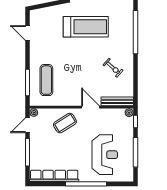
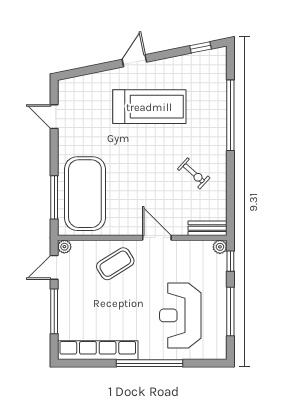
exercise mat: (46, 80) -> (85, 194), width x2.00, depth x1.45
bench: (117, 101) -> (208, 228), width x0.73
reception desk: (105, 155) -> (180, 315), turned 180

